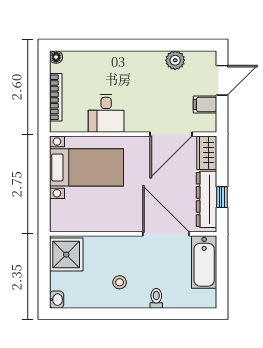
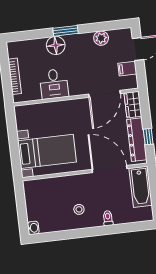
window: (129, 45) -> (66, 31), added
floor lamp: (56, 57) -> (56, 45), moved, width x1.89, depth x1.89
bed with nightstands: (86, 167) -> (47, 151), moved
shower: (66, 255) -> (36, 193), removed

